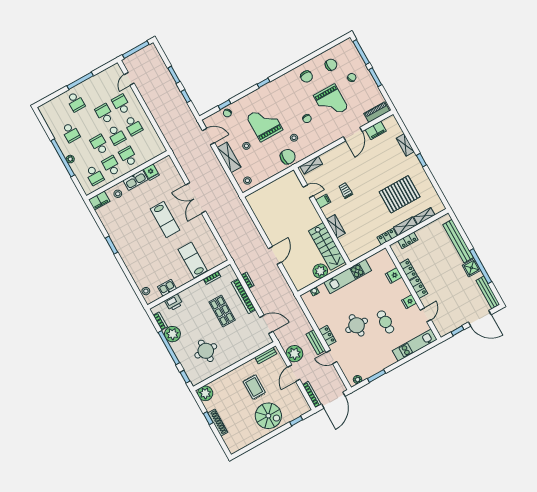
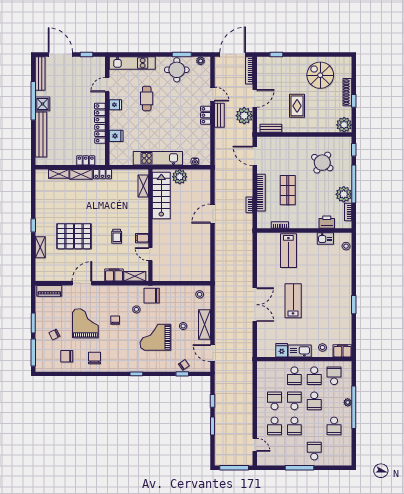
door: (129, 79) -> (255, 445), hinge flipped
grand piano: (265, 123) -> (155, 337), turned 90
filing cabinet: (376, 130) -> (114, 275), moved
school desk: (71, 133) -> (334, 426), turned 180
pallet: (400, 194) -> (74, 236), moved
shelving: (336, 226) -> (143, 186), moved
round table: (357, 325) -> (177, 70), moved
round table: (206, 351) -> (322, 163), turned 35
spiral stairs: (268, 416) -> (320, 75), moved

